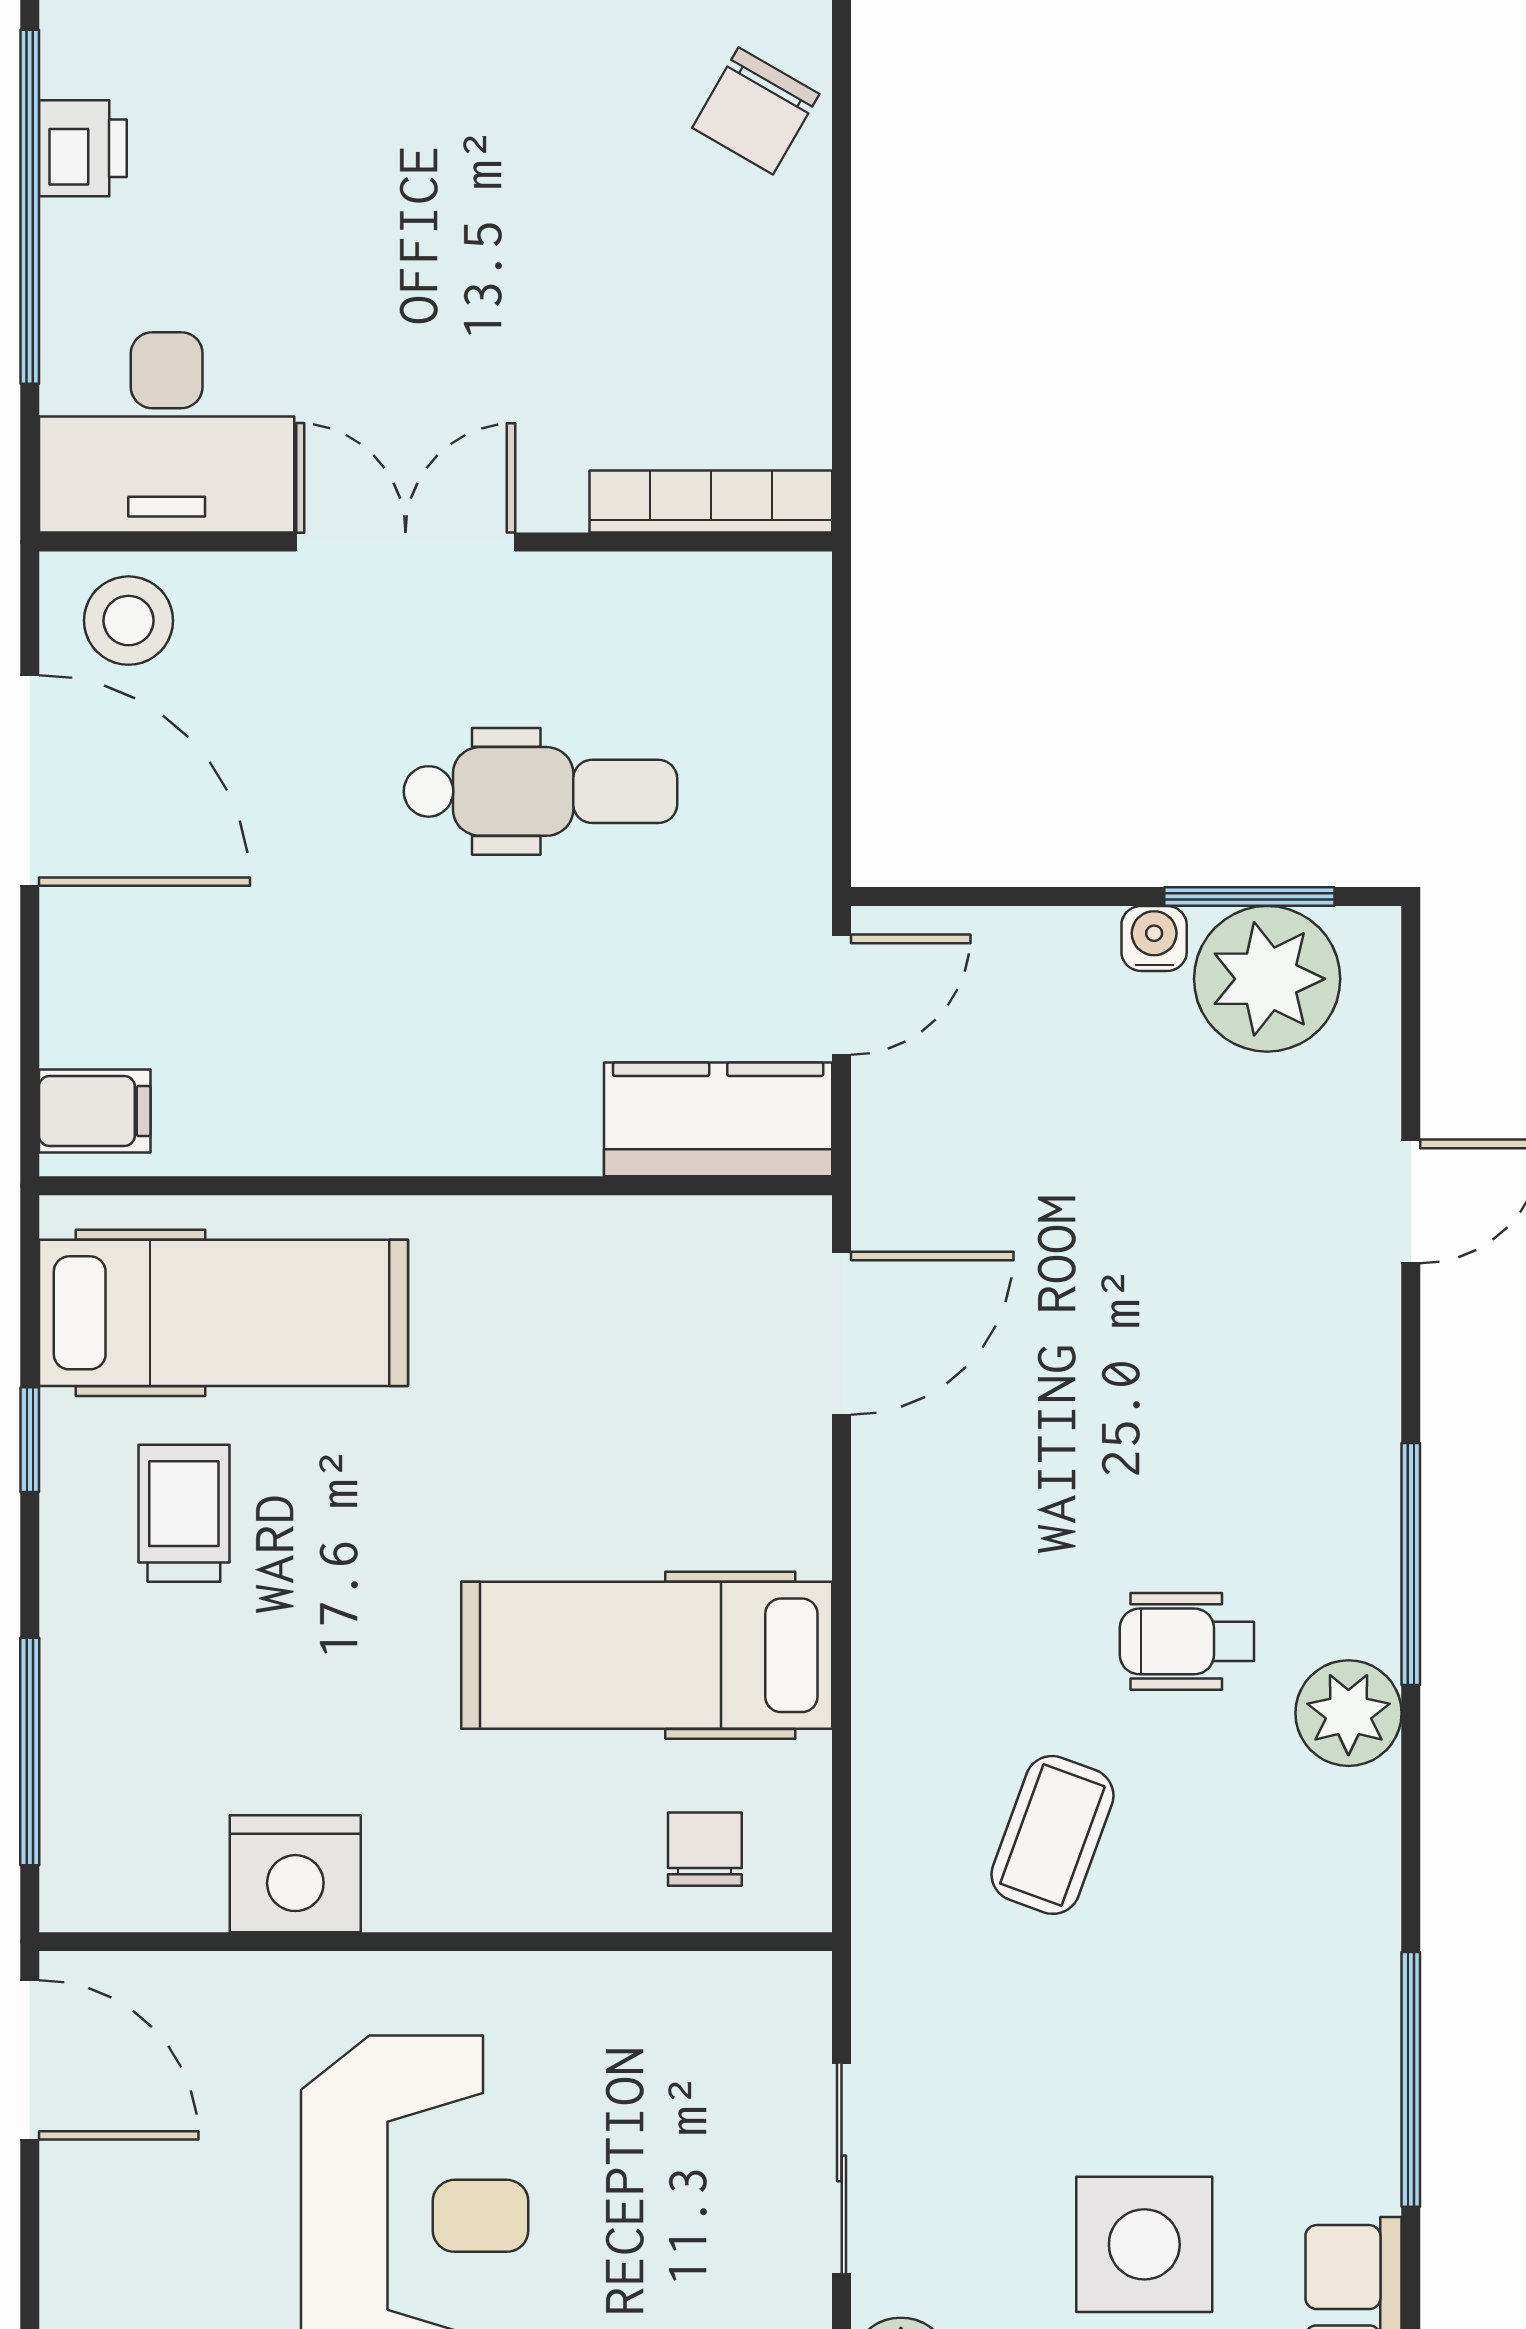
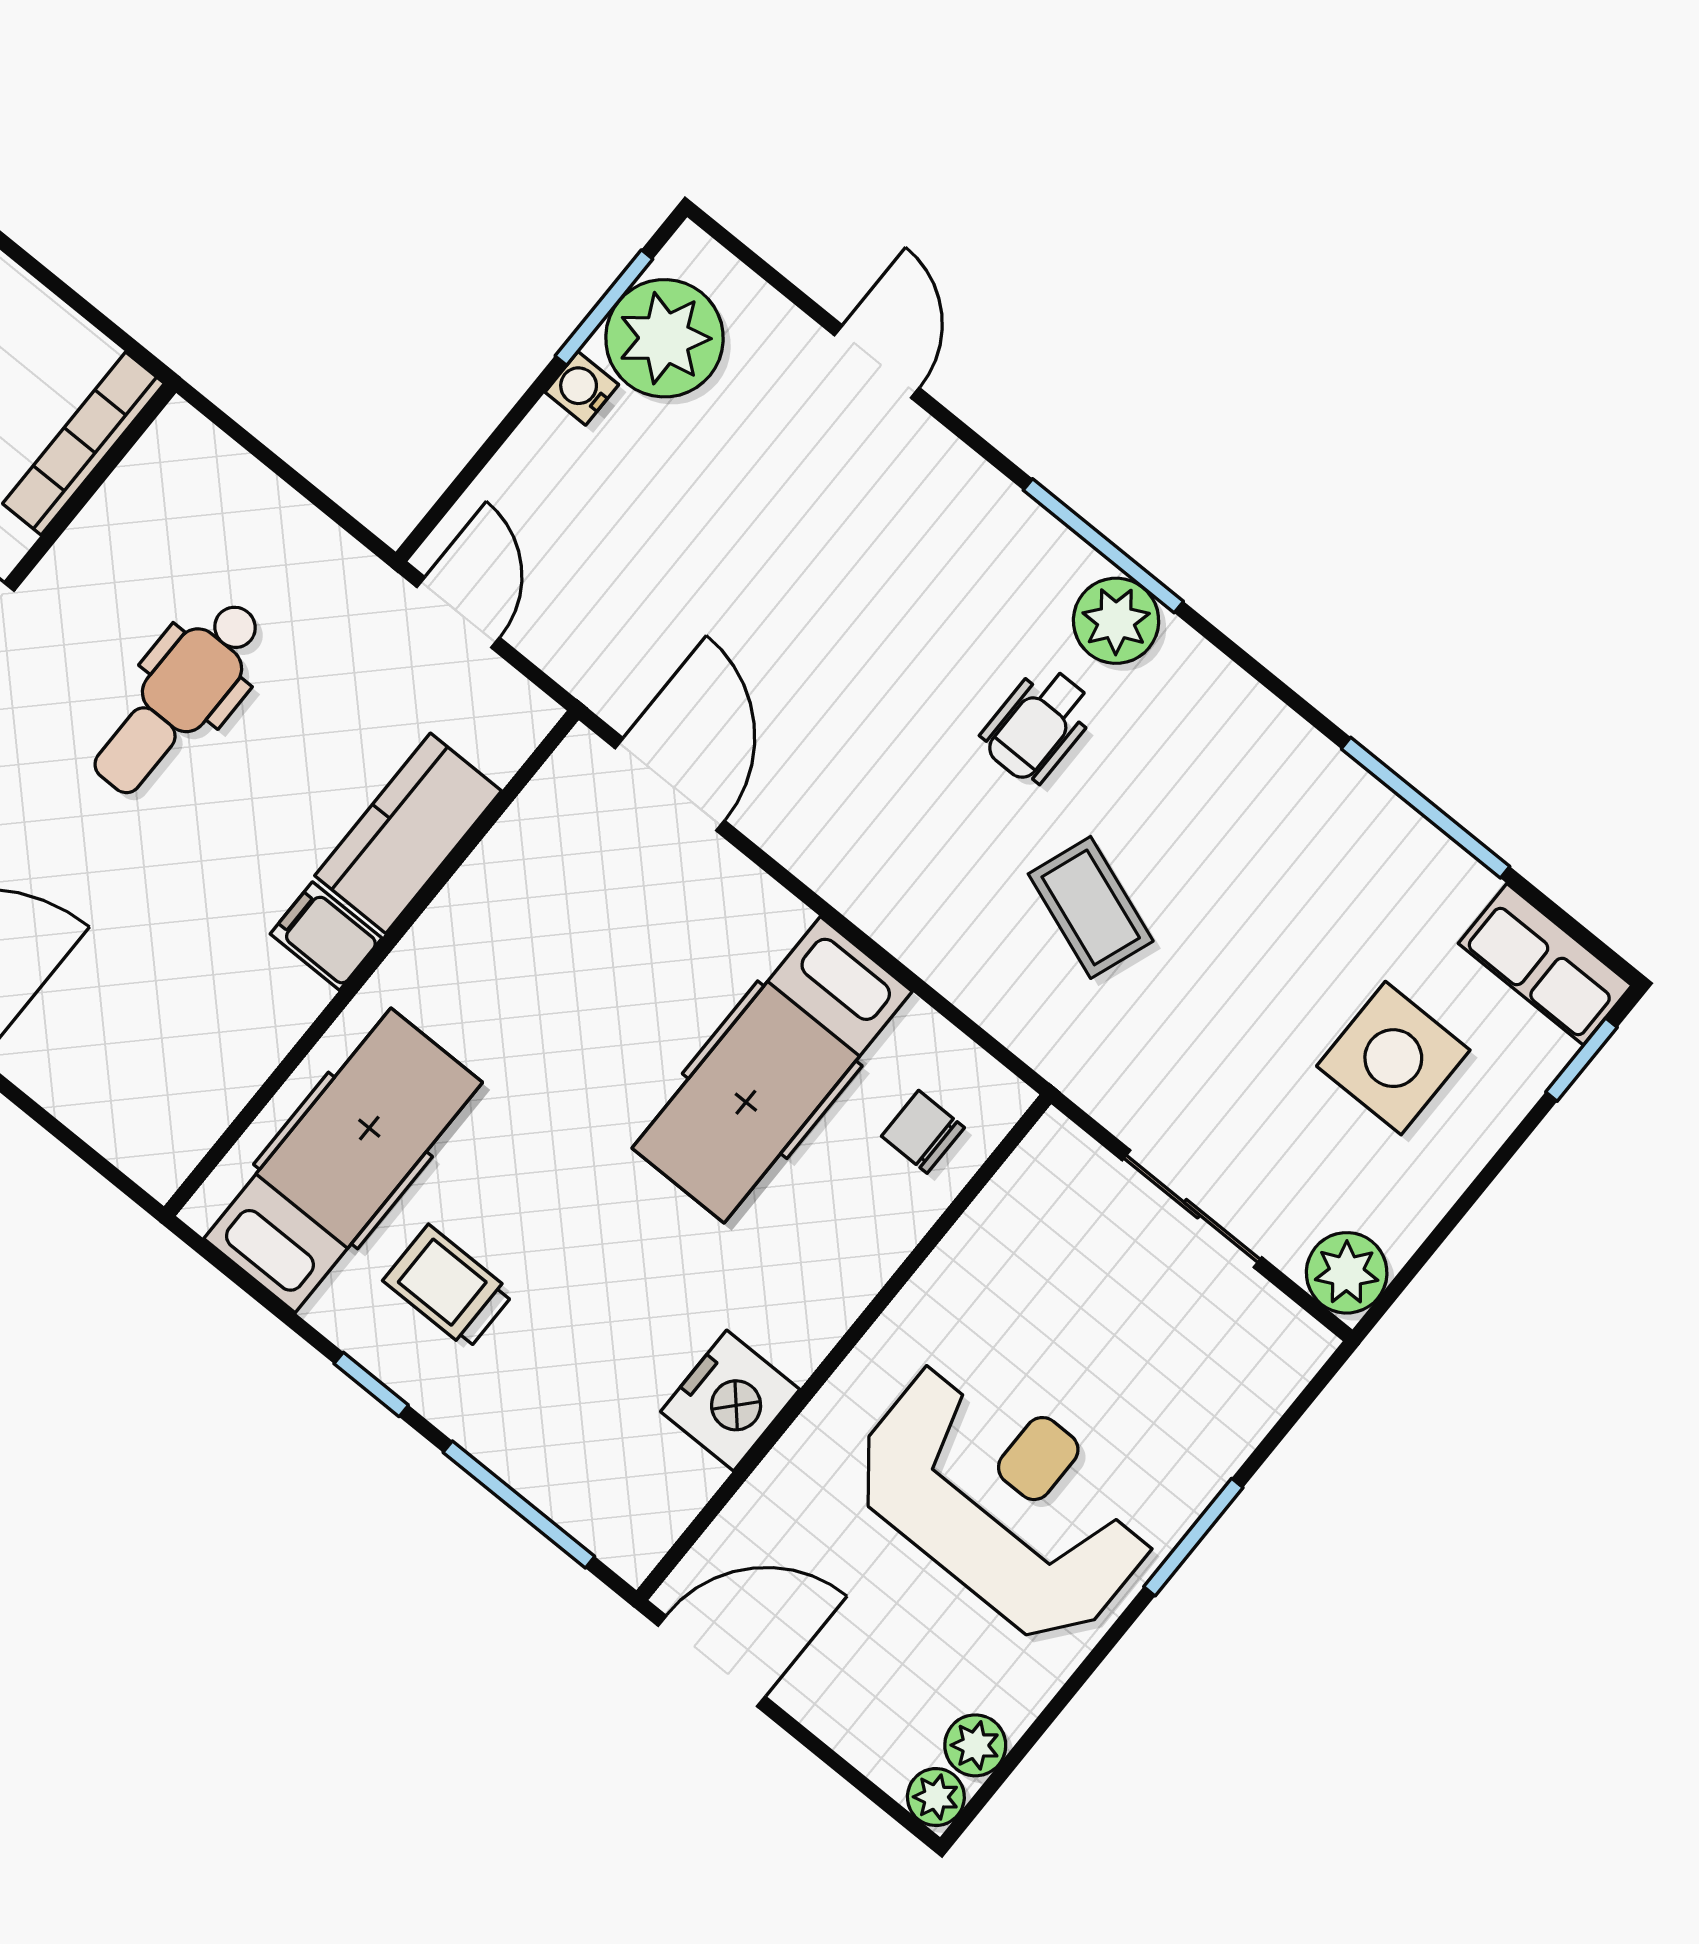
dental chair: (540, 791) -> (178, 697), turned 180
filing cabinet: (95, 1111) -> (326, 936), moved, turned -90
kitchen counter: (718, 1119) -> (408, 833), moved
window: (30, 1440) -> (371, 1384), moved
plant: (1348, 1713) -> (1116, 621), moved

